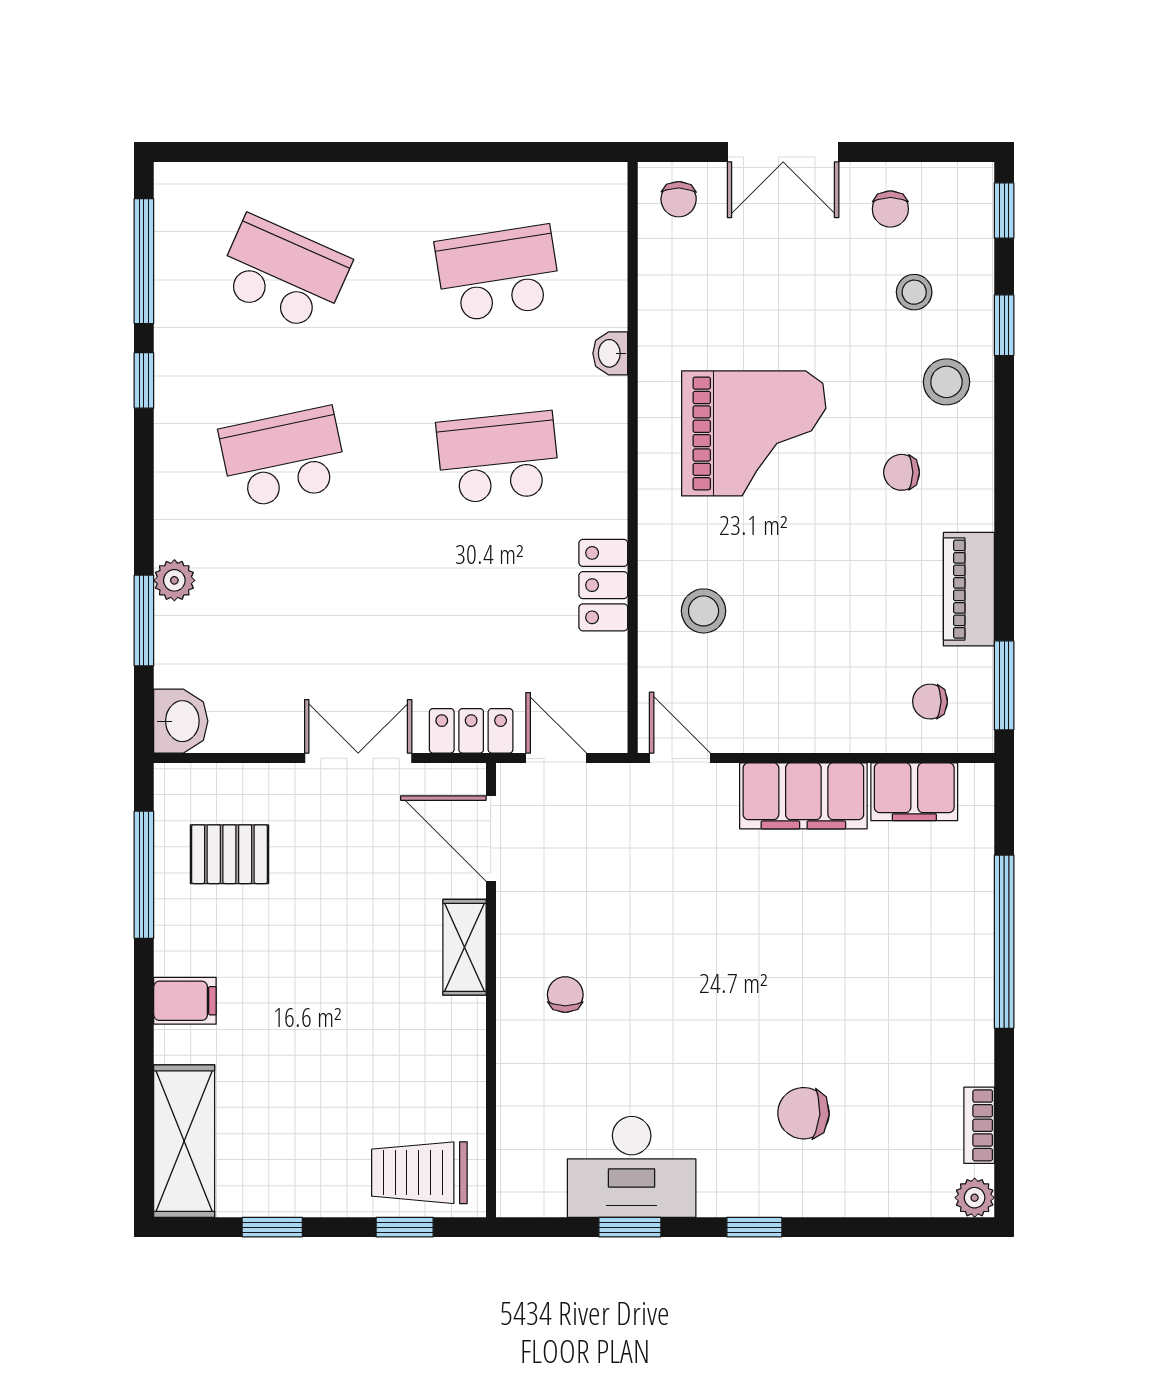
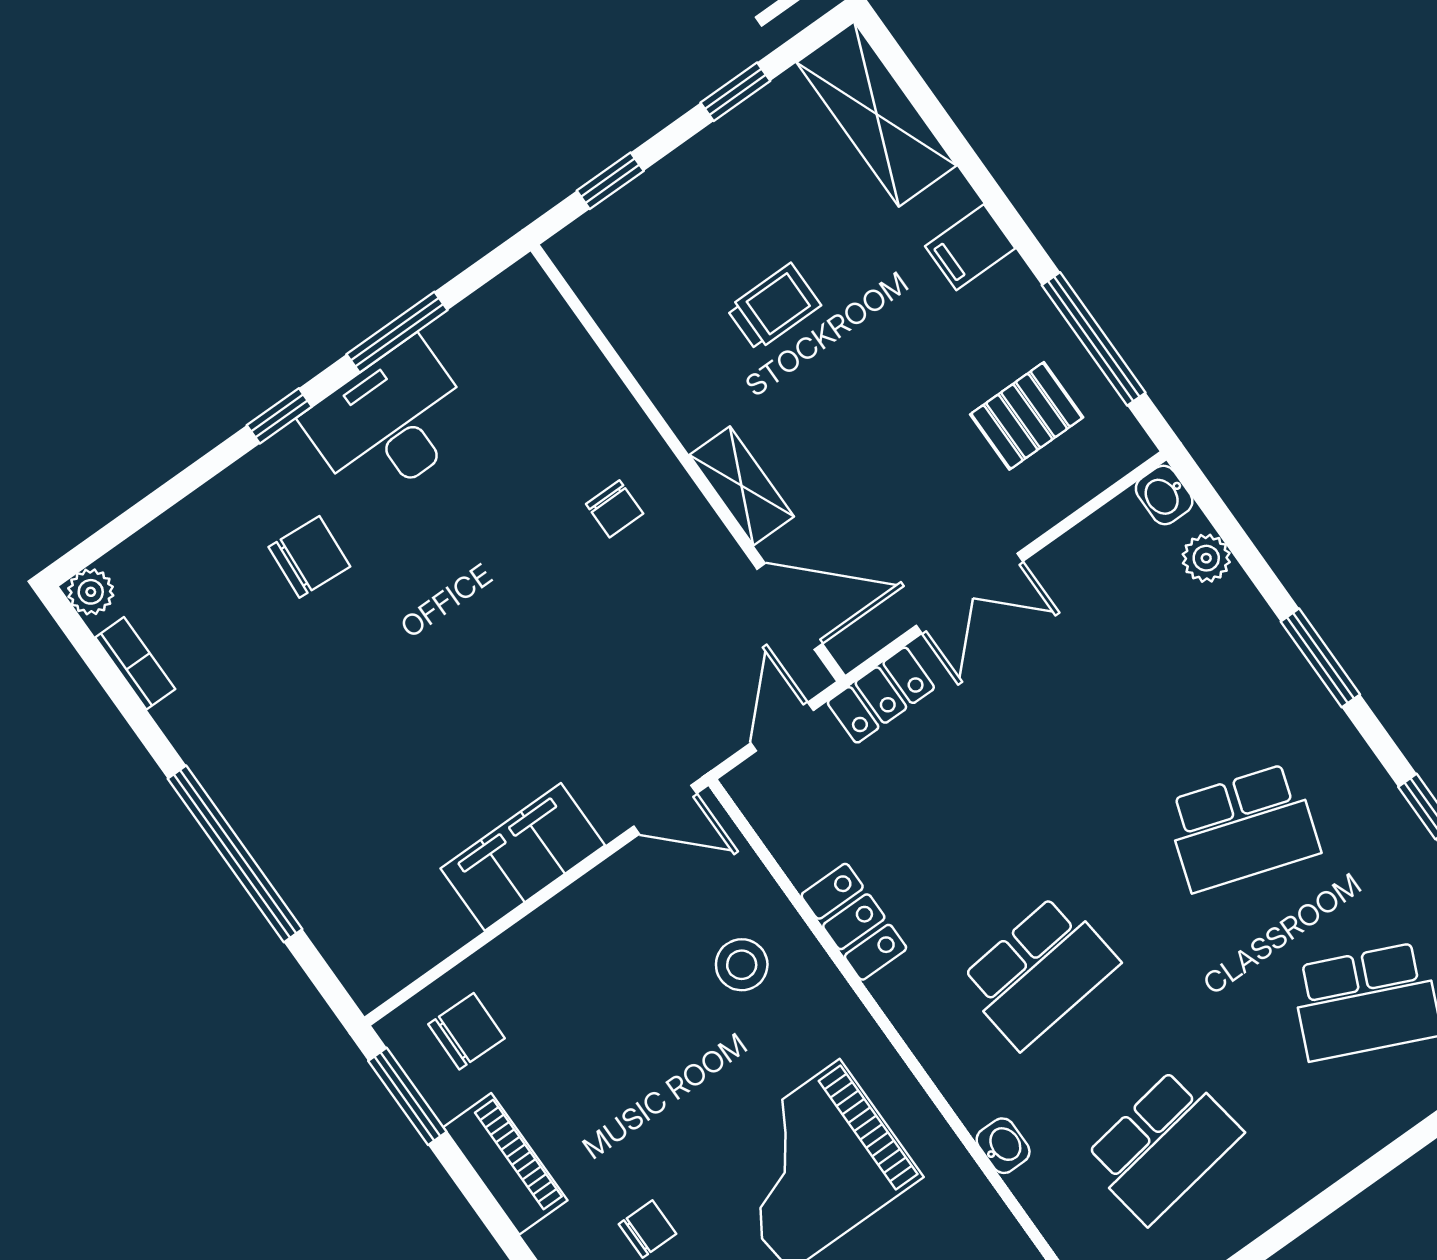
school desk: (283, 457) -> (1242, 827), turned 30
plant: (174, 580) -> (1206, 558), moved
window: (144, 621) -> (1320, 658), moved
chair: (930, 702) -> (466, 1031), width x1.37, depth x1.37
washbasin: (181, 721) -> (1164, 495), width x0.72, depth x0.69
door: (556, 758) -> (782, 727), swing flipped
filing cabinet: (914, 792) -> (421, 935), removed
desk: (632, 1167) -> (390, 423), moved
trolley: (419, 1173) -> (774, 307), moved, width x0.73, depth x0.72
window: (630, 1227) -> (397, 332), width x1.50

